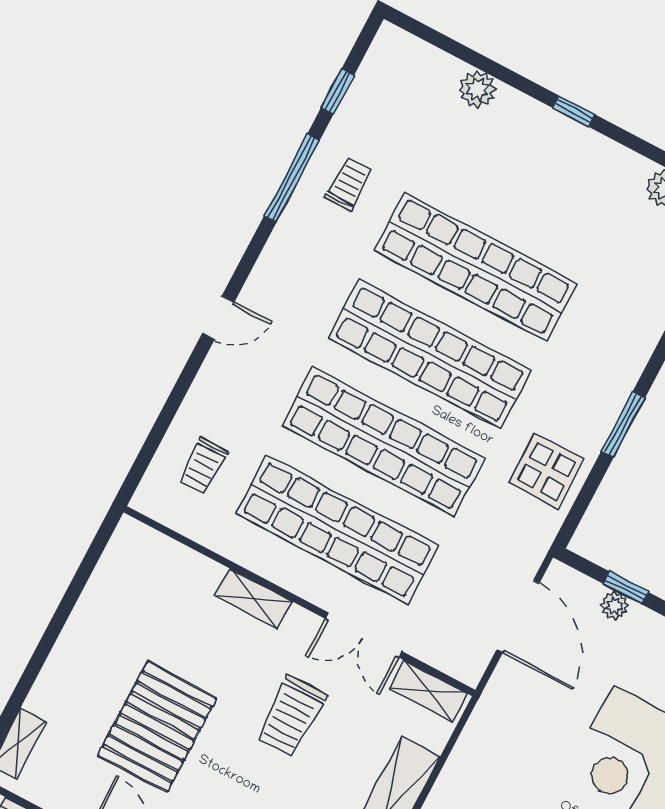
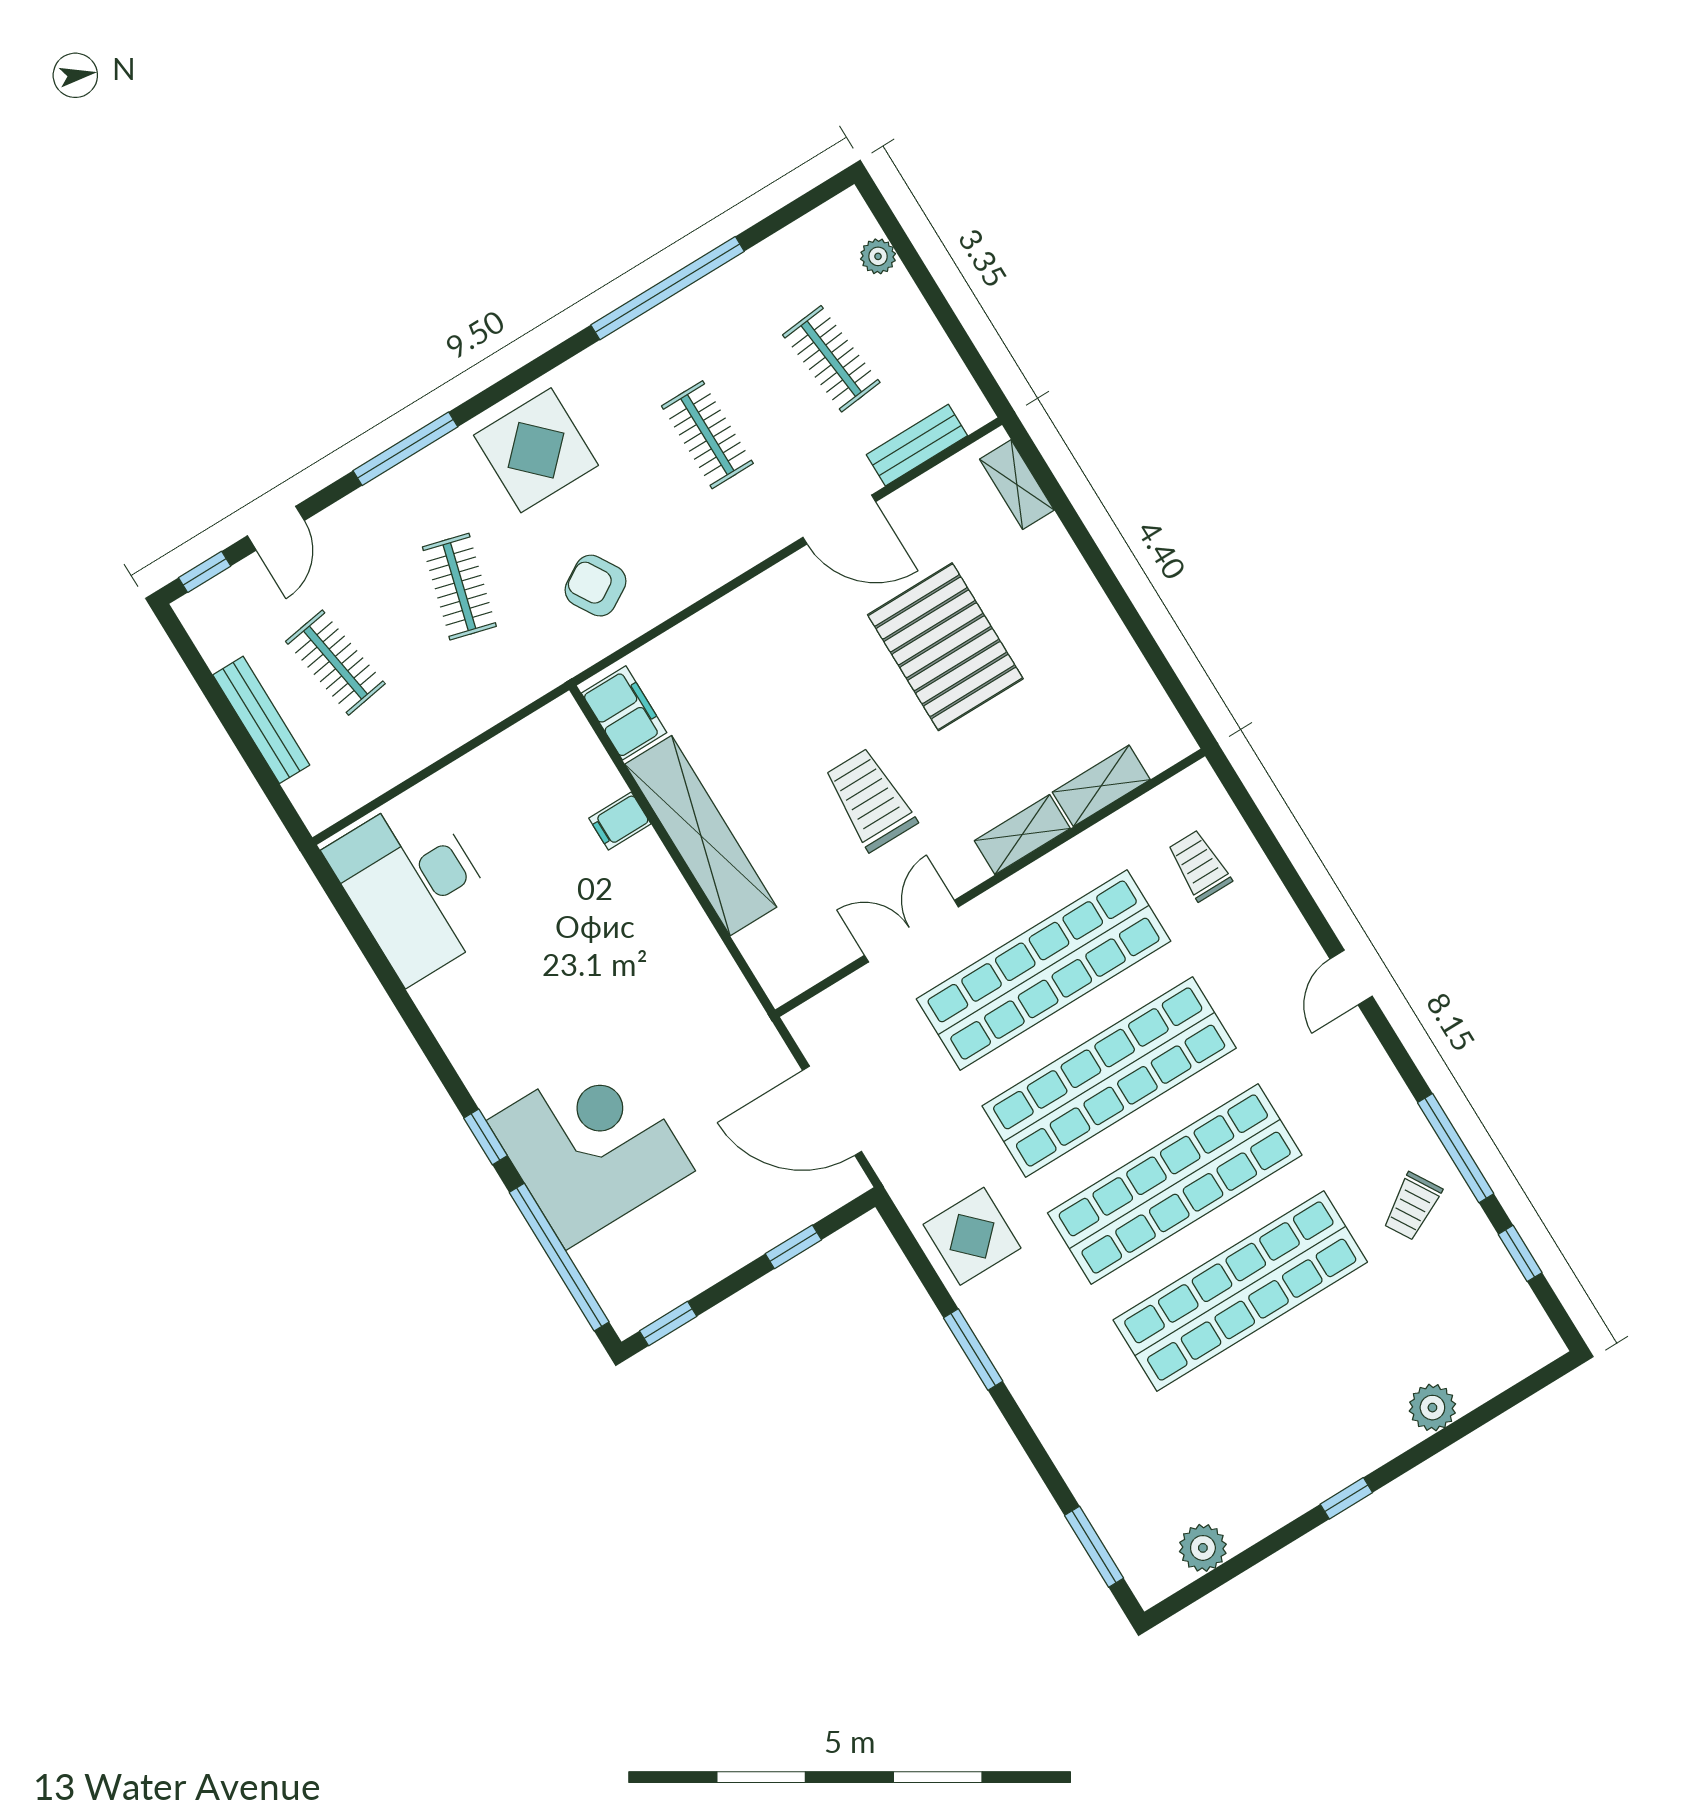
trolley: (349, 184) -> (1412, 1206), turned 59
plant: (615, 605) -> (782, 1223), removed
shelving: (428, 691) -> (1101, 786), moved

